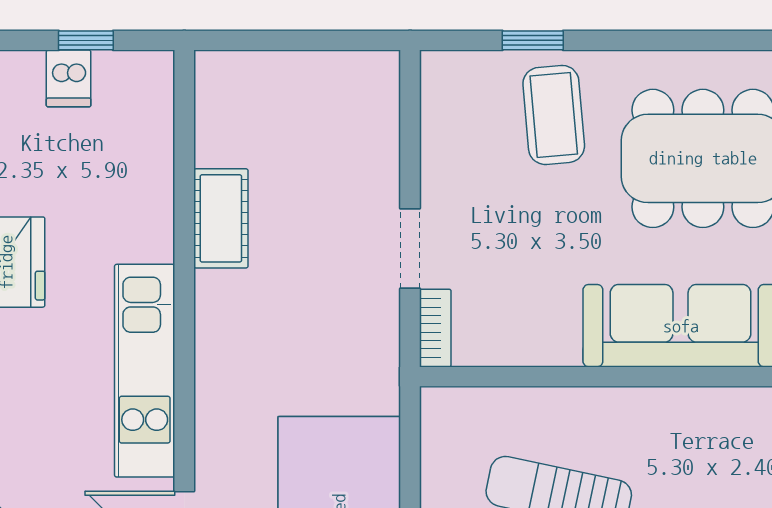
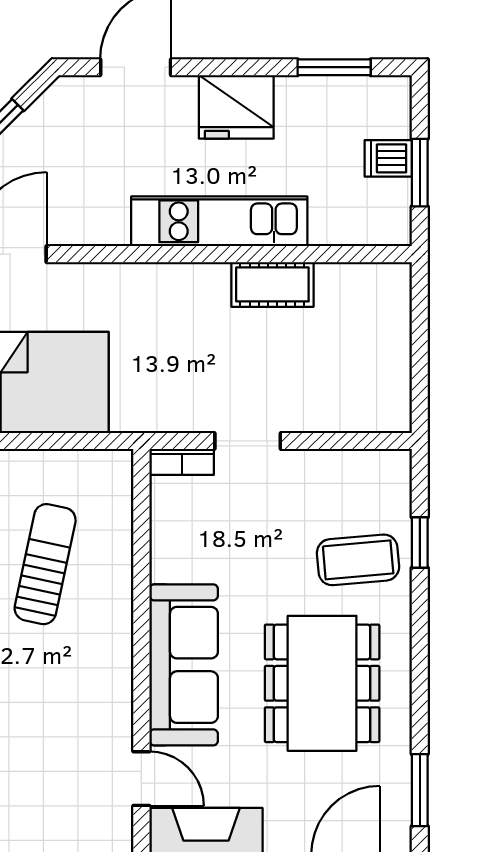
window: (86, 40) -> (420, 173), width x1.50
kitchen unit: (145, 371) -> (219, 221), moved

